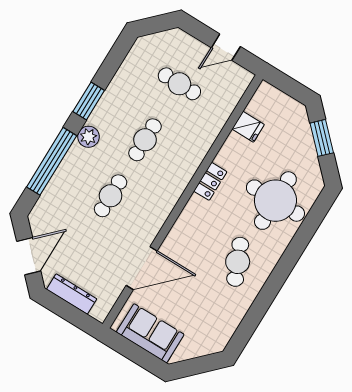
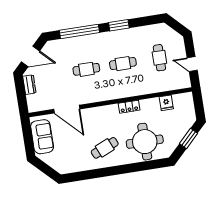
plant: (88, 137) -> (103, 38), removed
dresser: (72, 294) -> (29, 85), width x0.70

